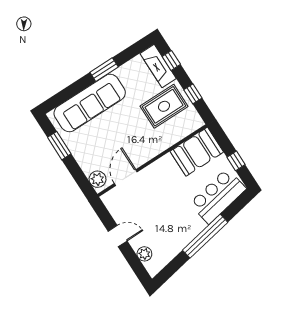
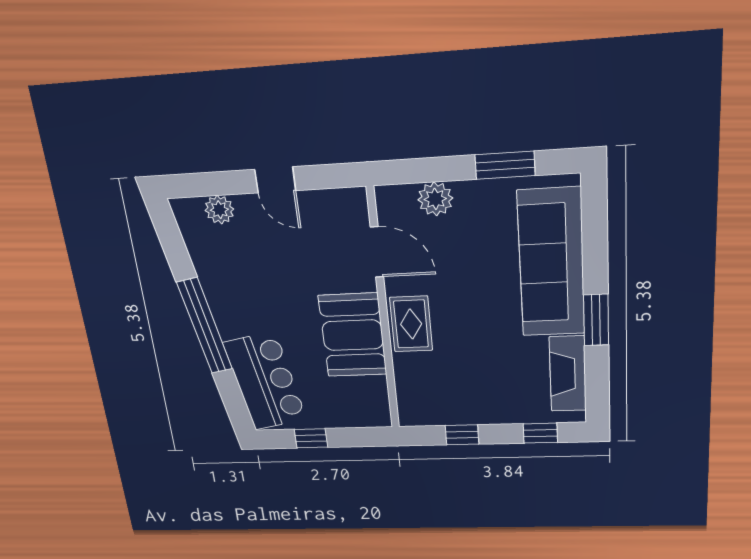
fireplace: (158, 66) -> (568, 374), moved, turned -90
rug: (164, 106) -> (411, 324), moved, width x0.73, depth x0.70
booth: (197, 152) -> (353, 335), moved
plant: (98, 179) -> (435, 199), moved
door: (118, 236) -> (275, 180), hinge flipped

